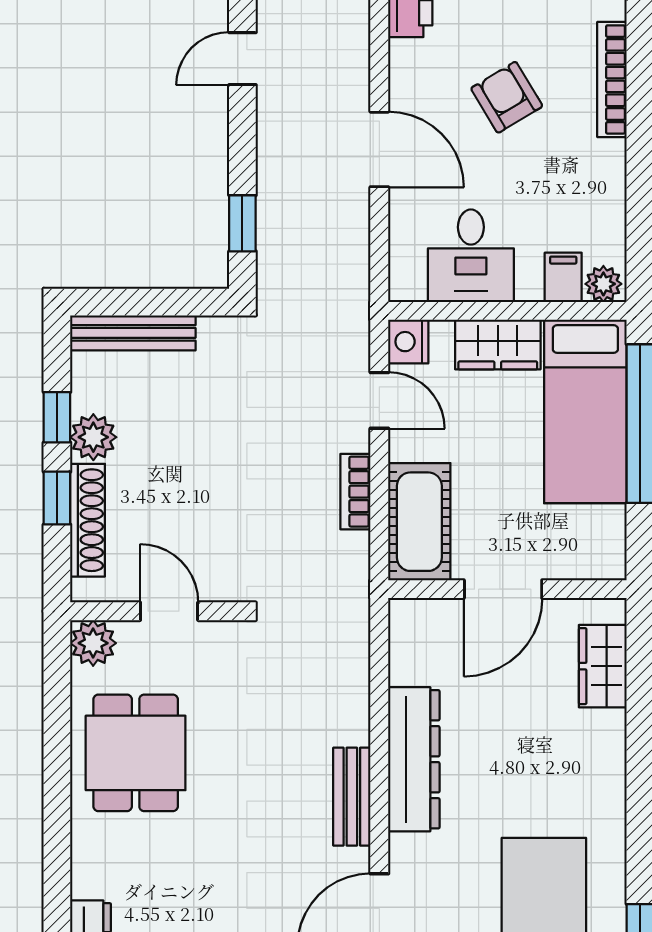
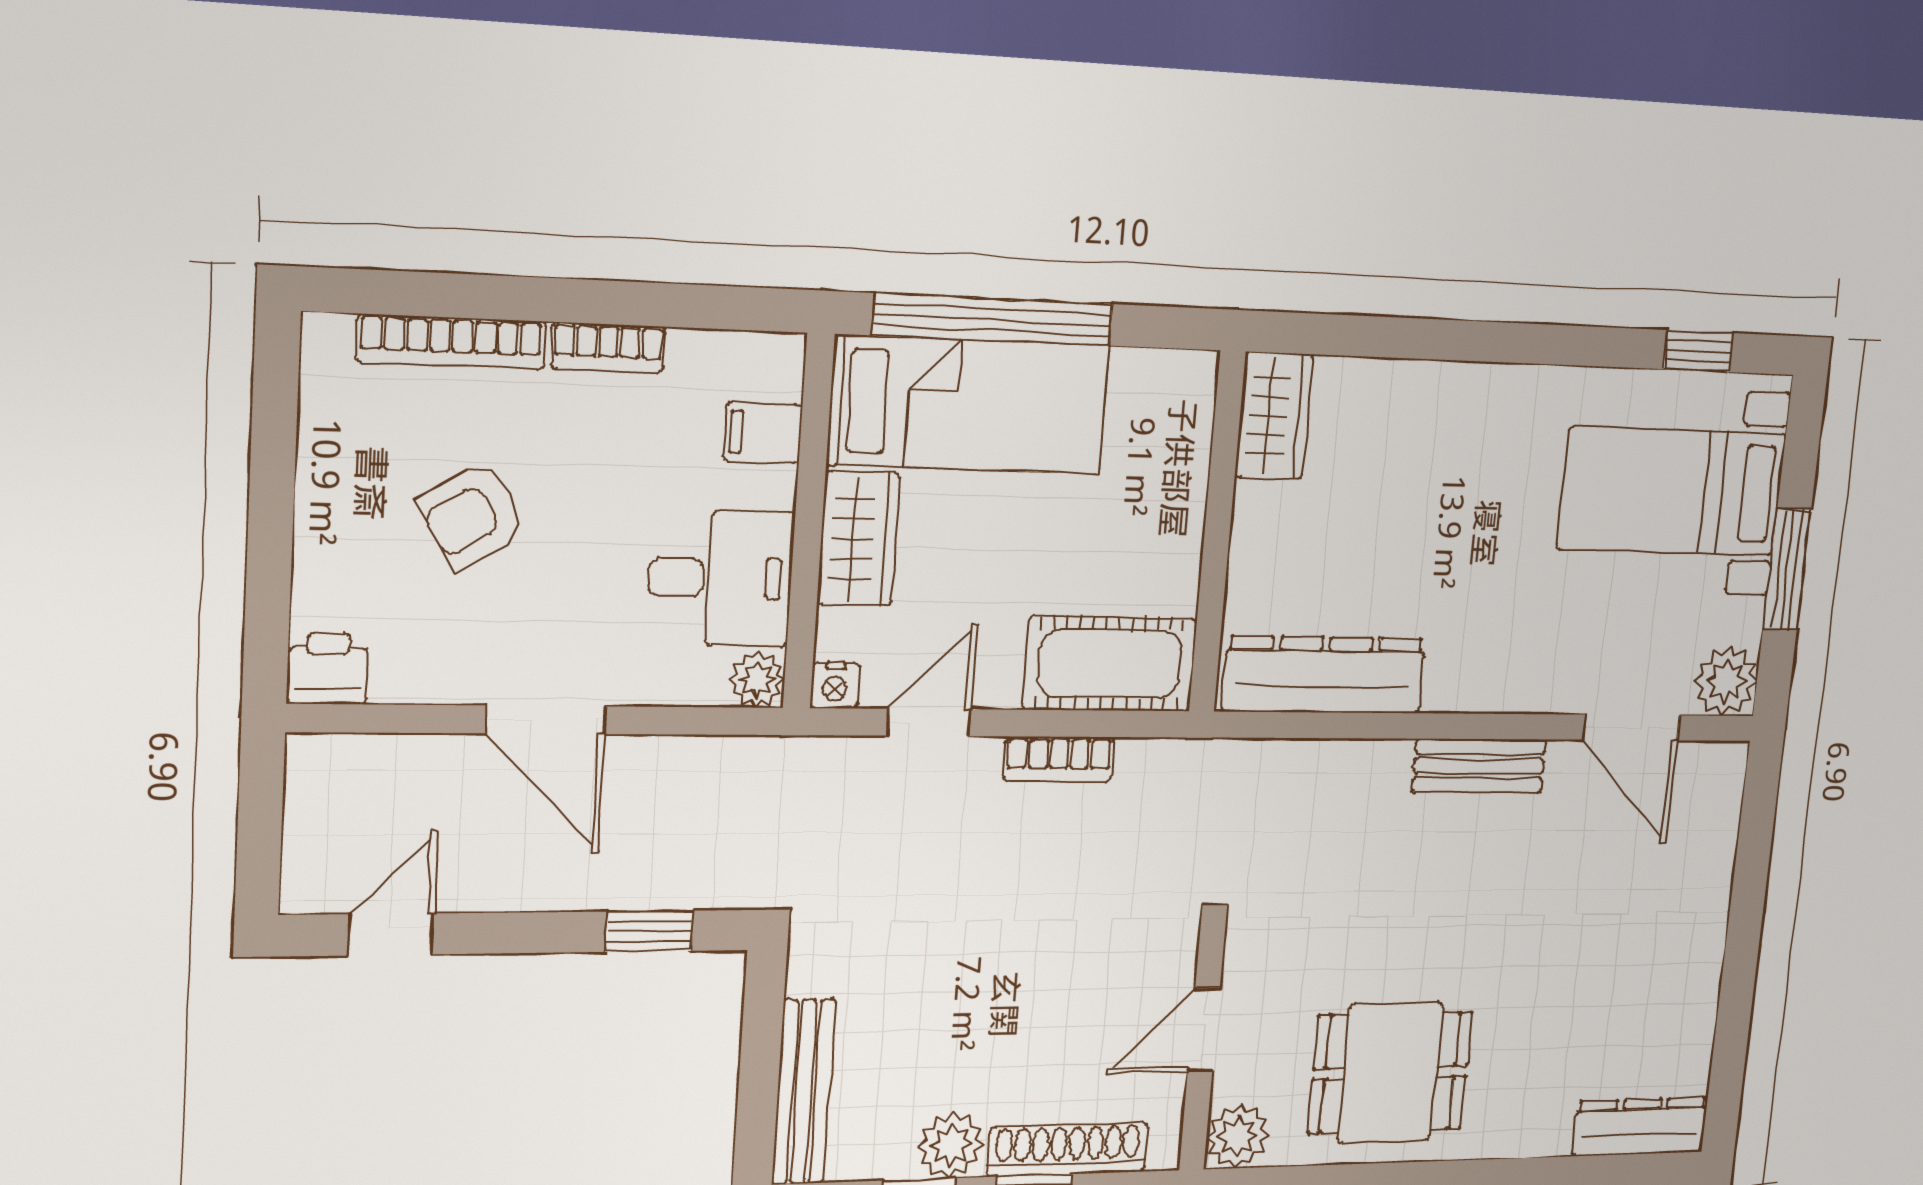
door: (242, 59) -> (391, 934), swing flipped
door: (379, 149) -> (546, 720), swing flipped
bookcase: (612, 176) -> (608, 348), added
plant: (603, 284) -> (757, 680), moved
nightstand: (408, 342) -> (835, 685), width x0.72, depth x0.74
door: (503, 589) -> (1217, 539), removed
wardrobe: (603, 666) -> (1274, 416), moved, turned -90
dresser: (414, 759) -> (1324, 675), moved

